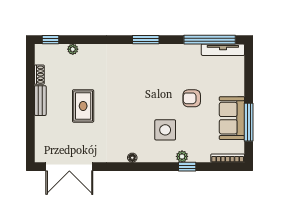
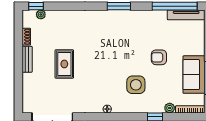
plant: (73, 49) -> (41, 15), moved
plant: (182, 156) -> (170, 108), moved

